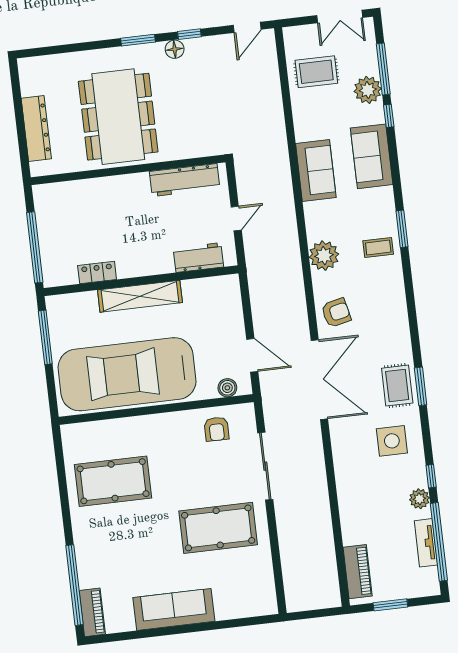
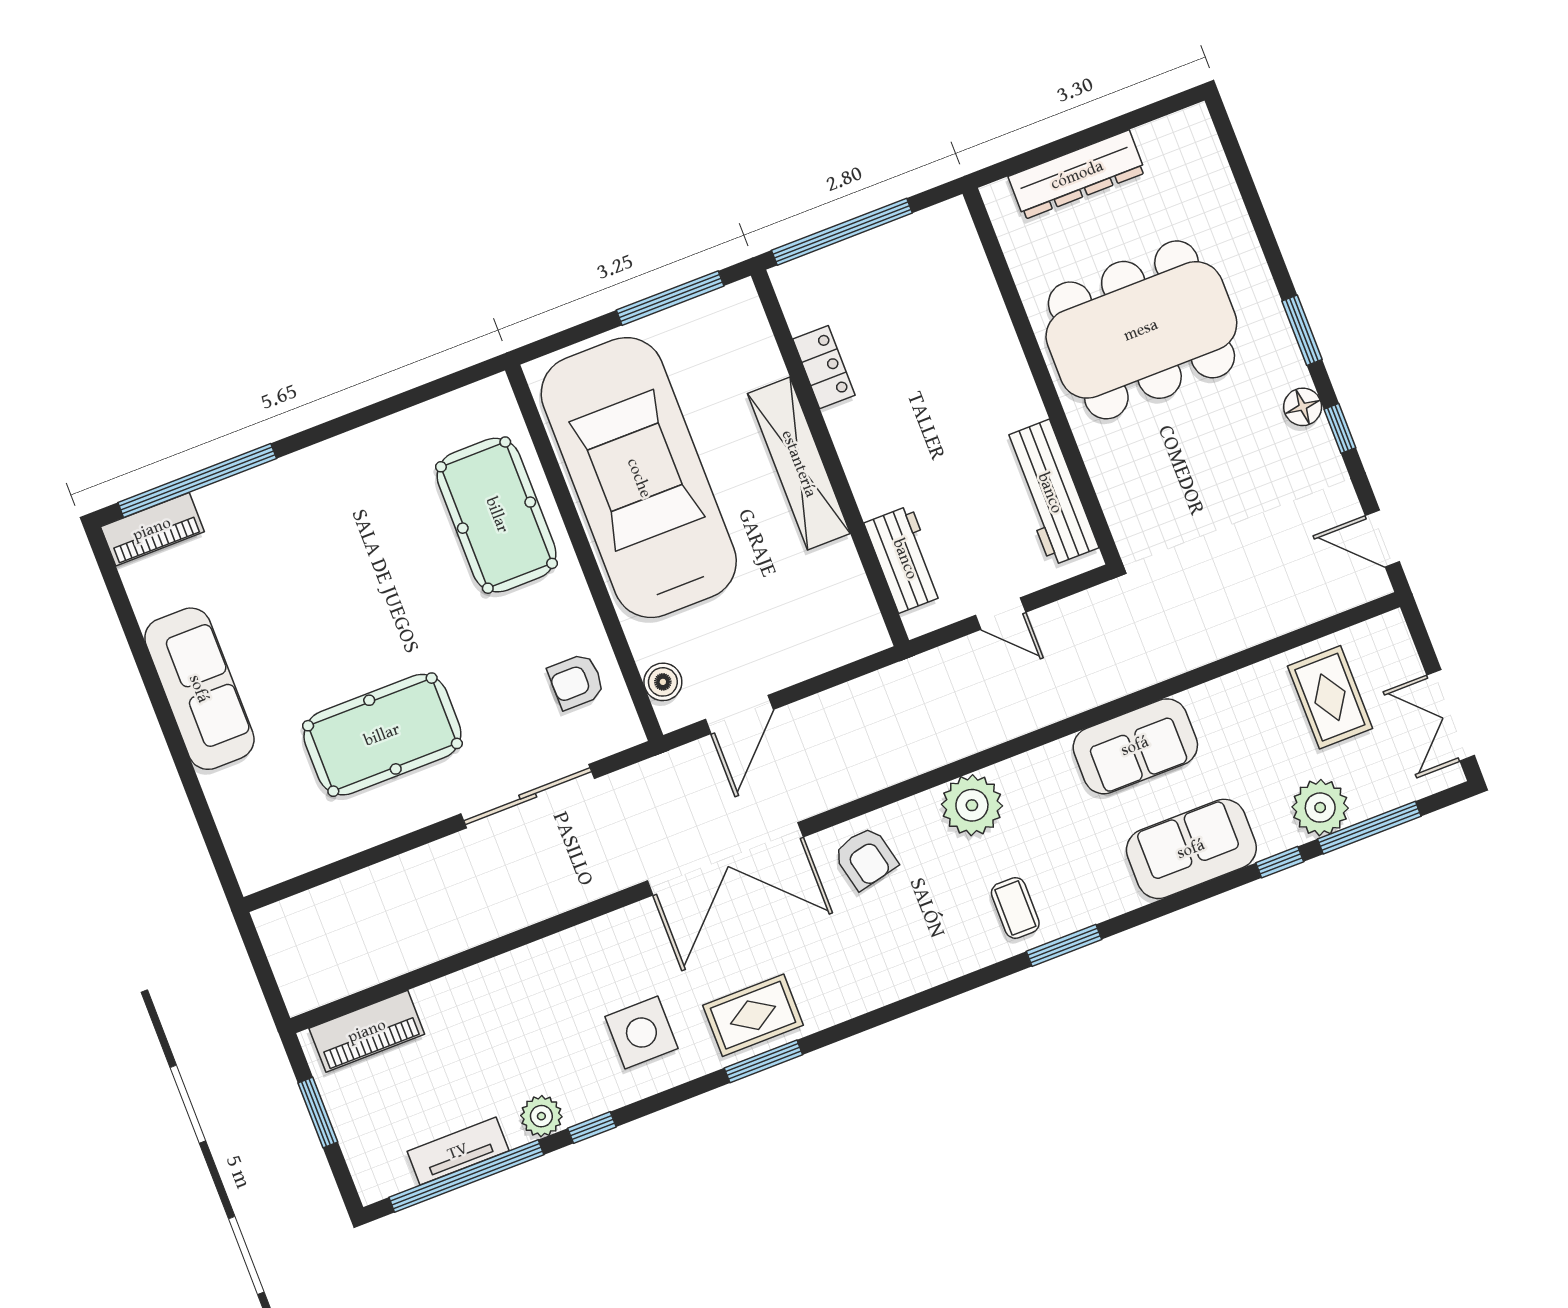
pool table: (113, 481) -> (497, 515), moved
pool table: (218, 528) -> (382, 735), turned 90

